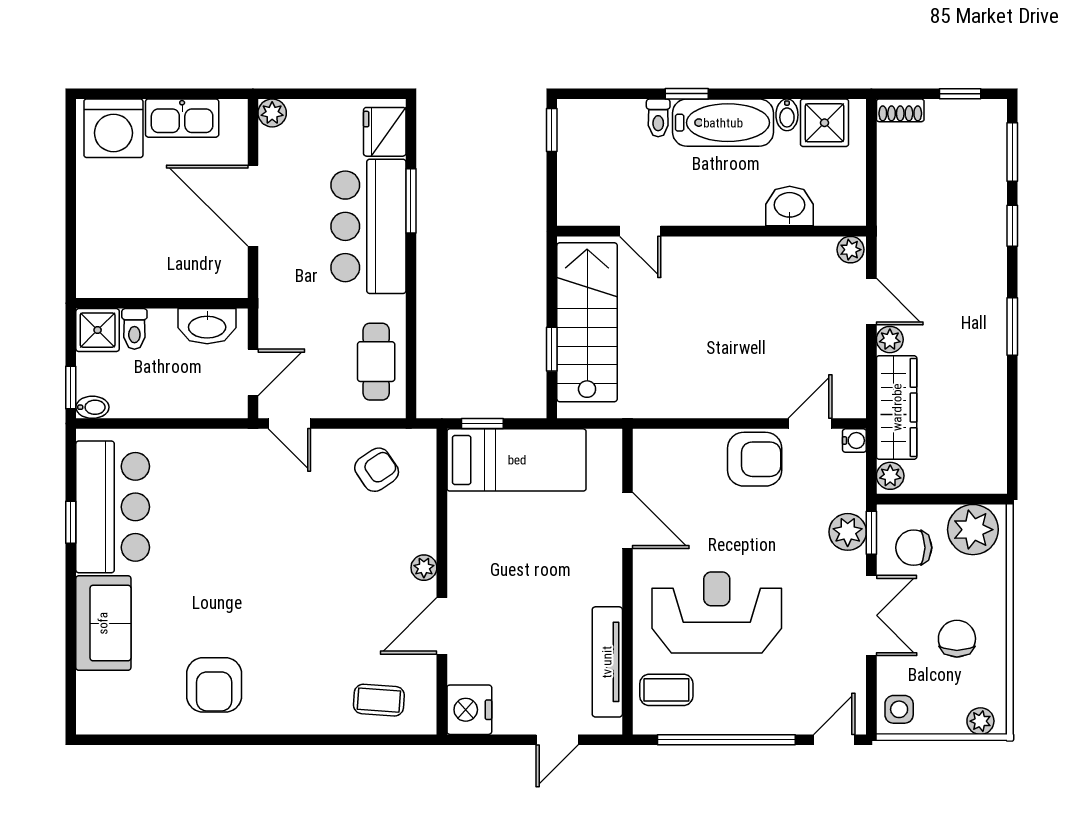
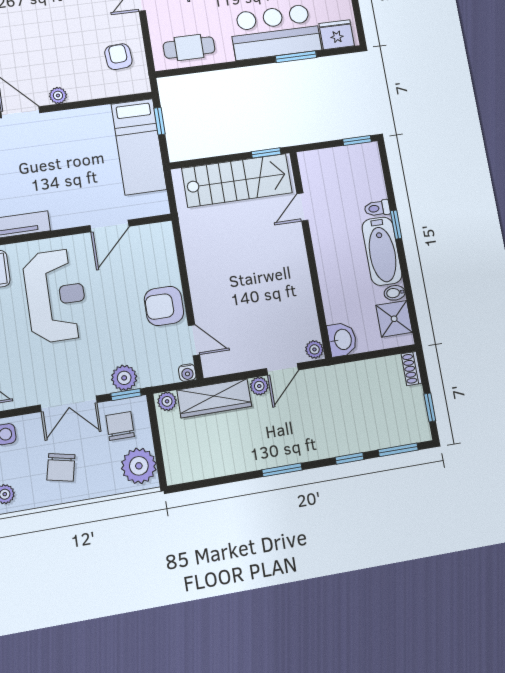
washbasin: (790, 206) -> (342, 340), moved
window: (552, 349) -> (266, 153), moved
armchair: (755, 459) -> (164, 306), turned 90
armchair: (377, 470) -> (118, 57), turned -150
chair: (957, 639) -> (61, 467), turned 102

